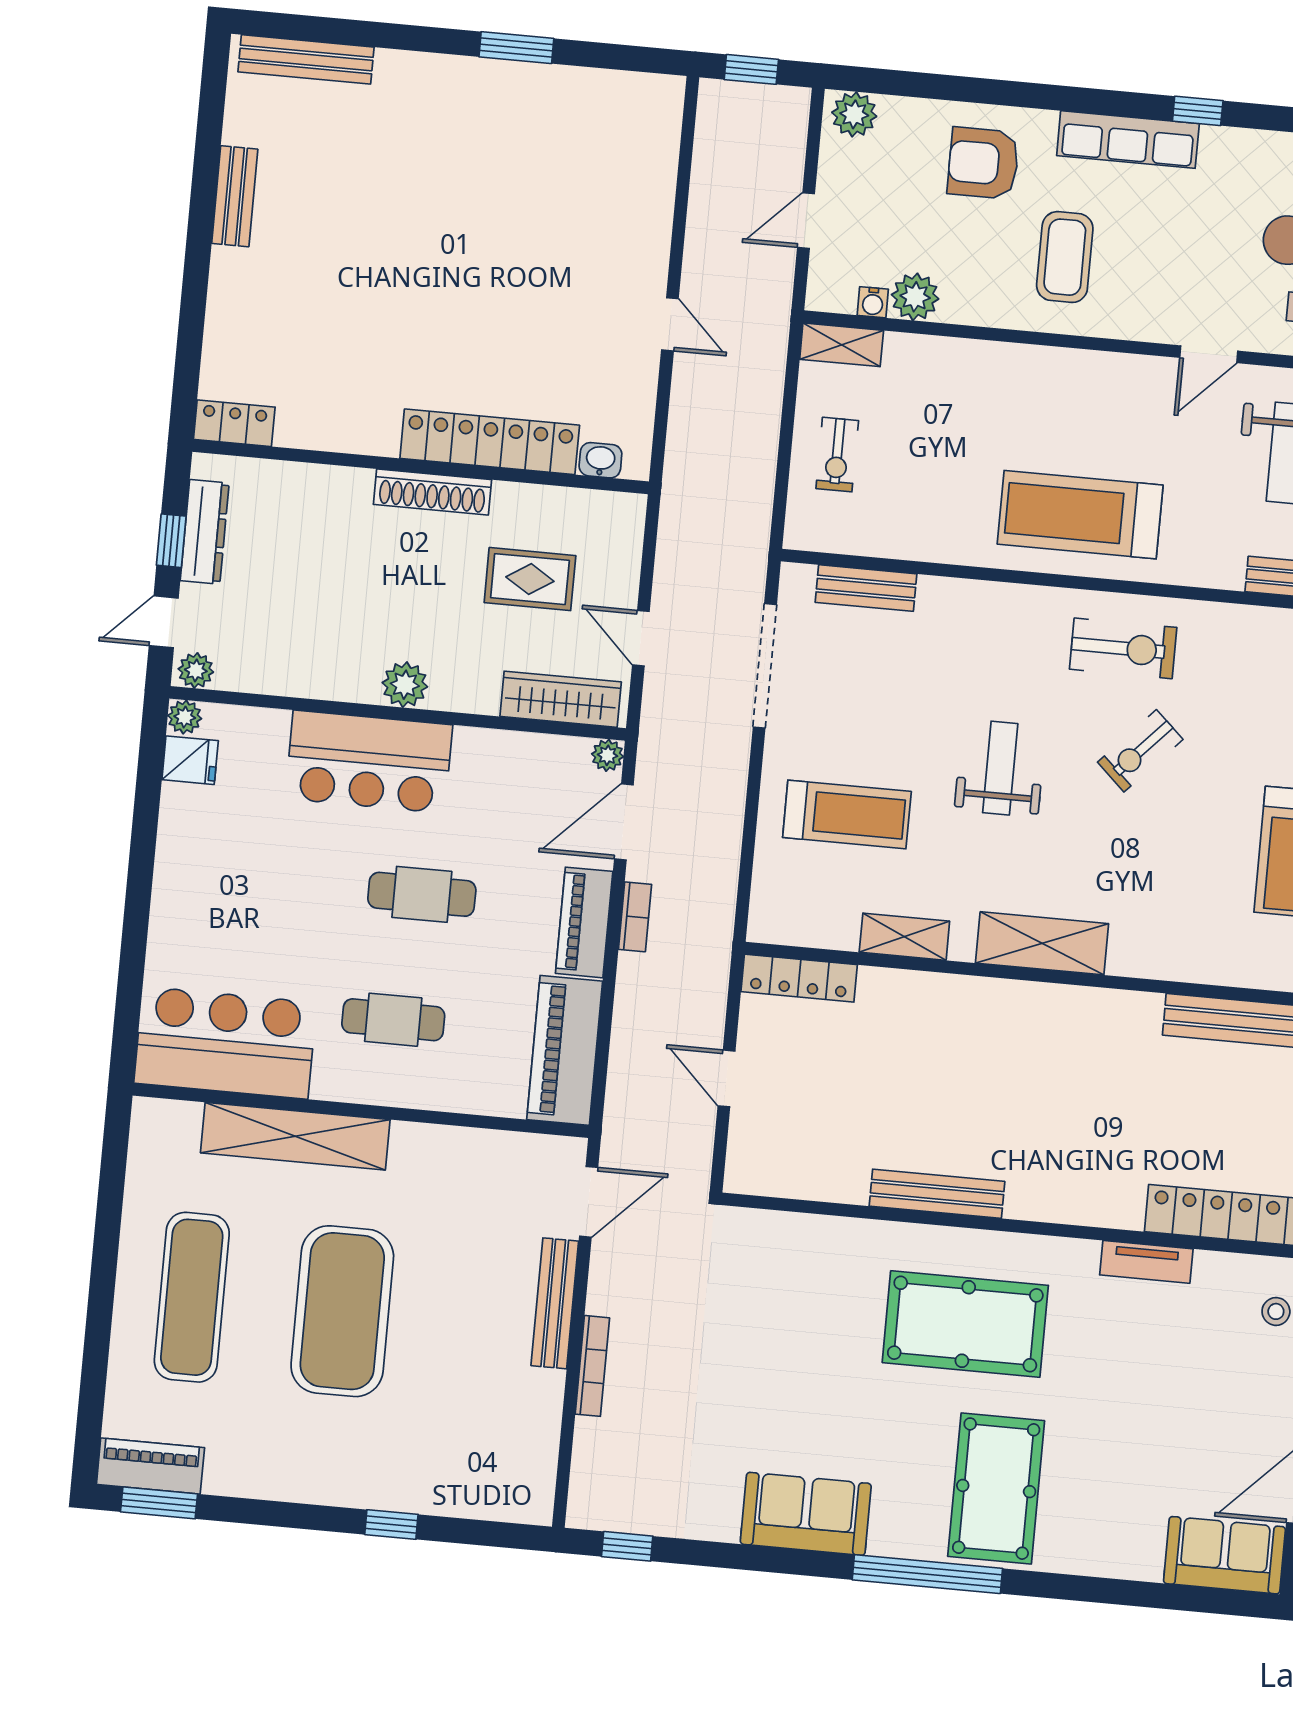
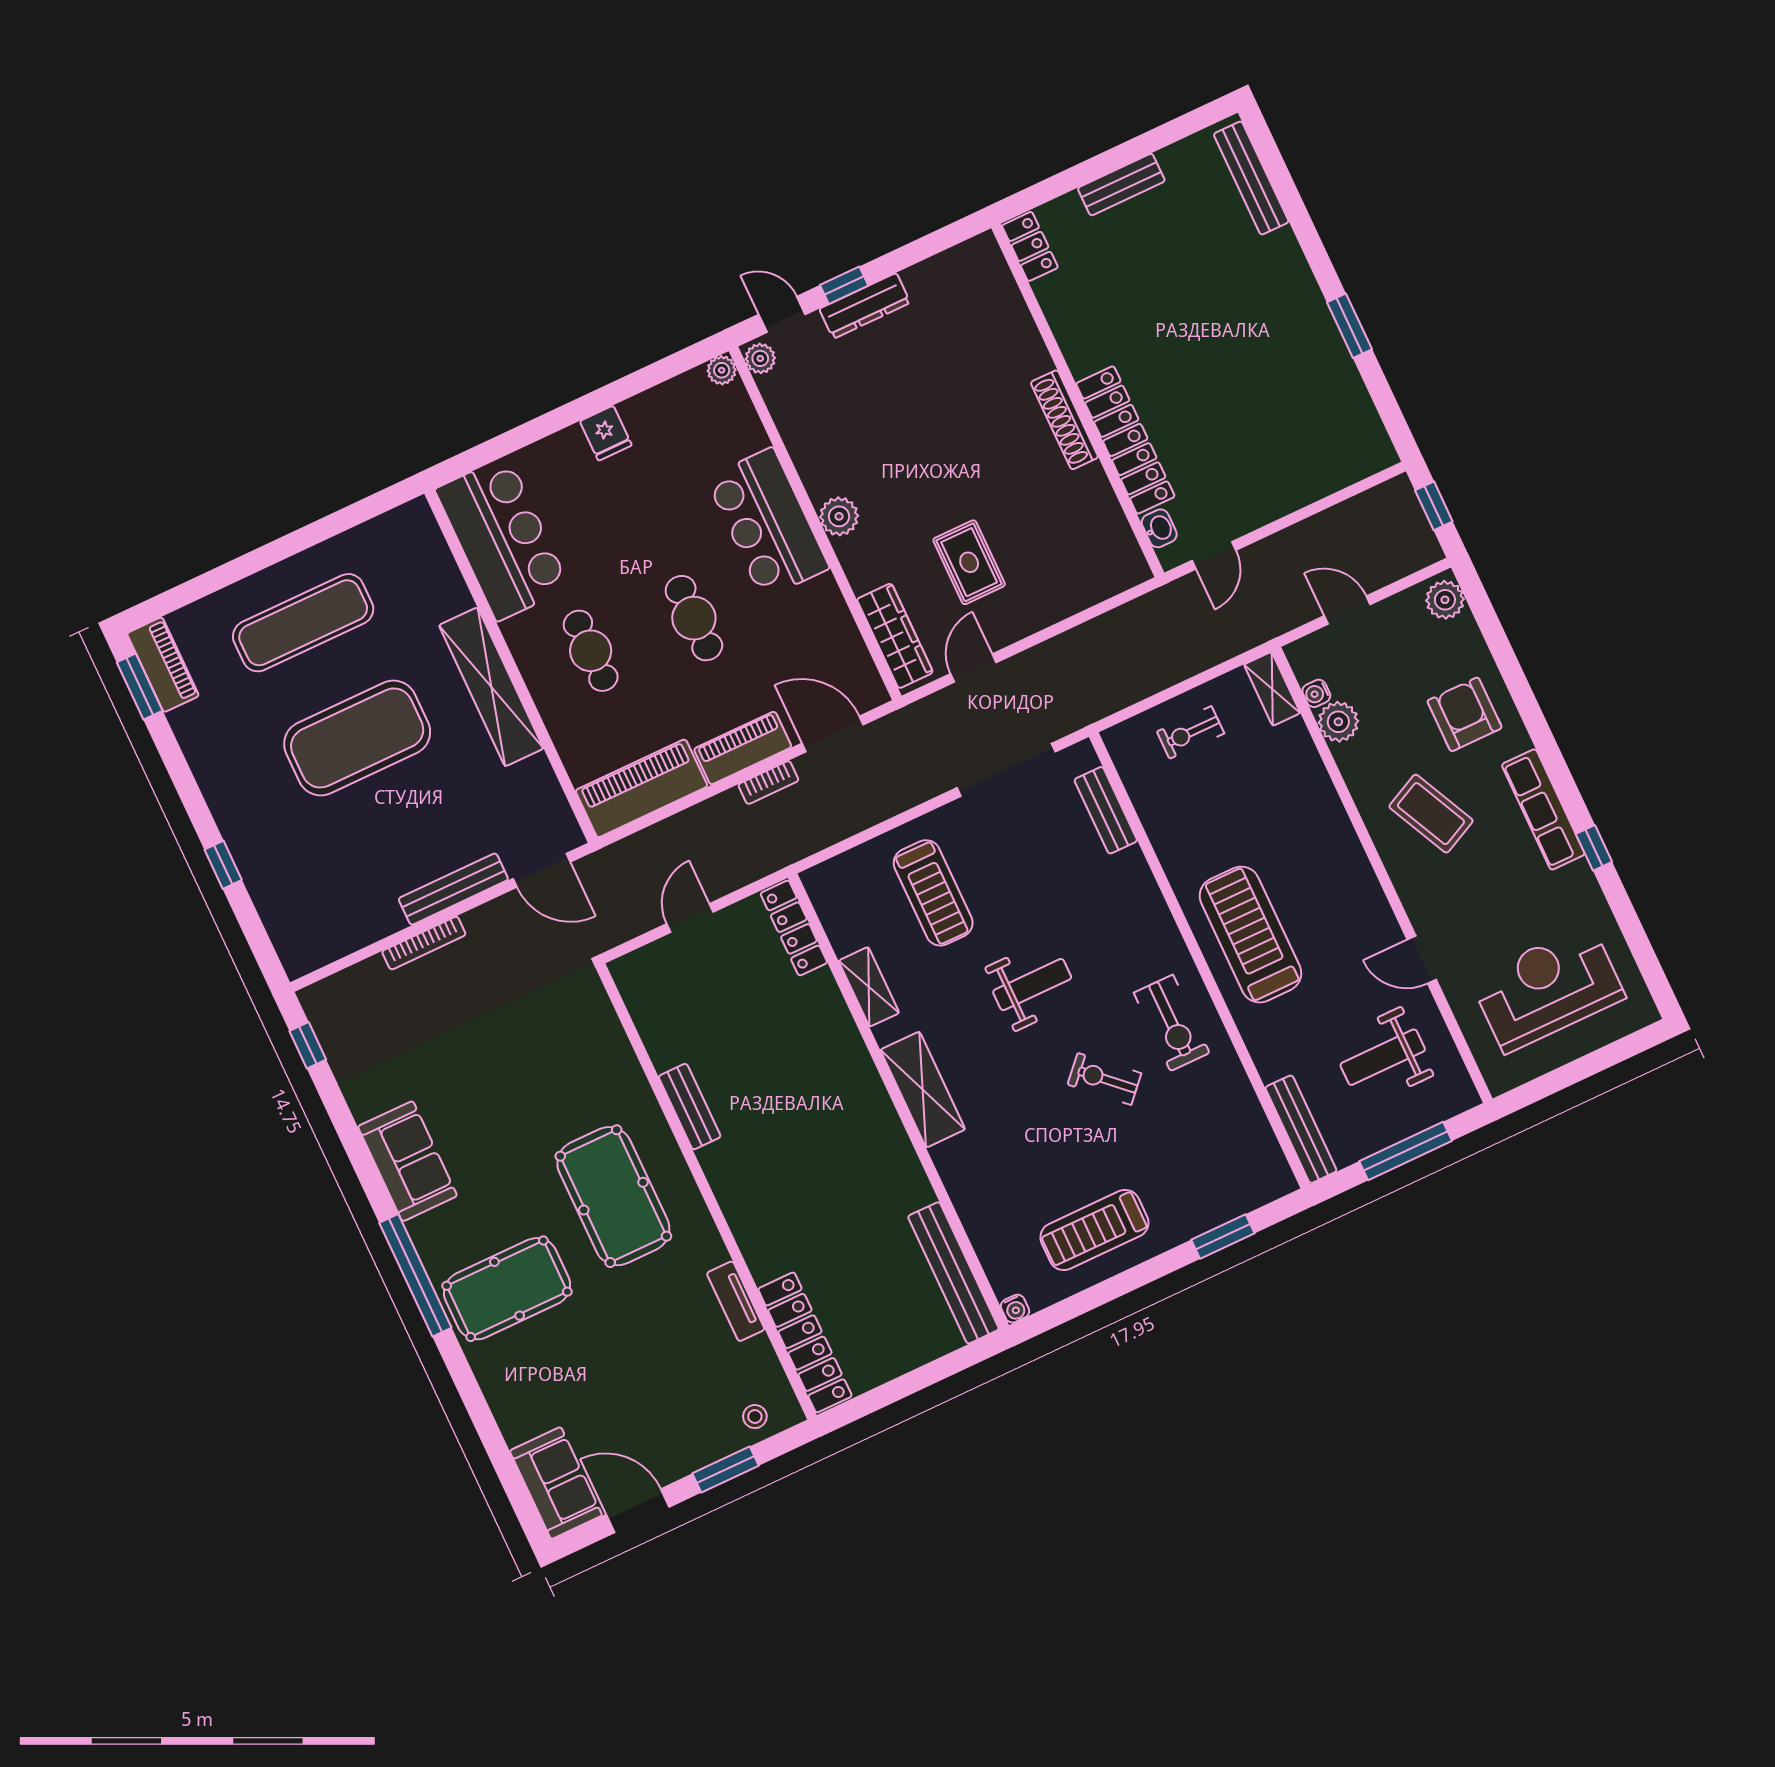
coffee table: (1065, 257) -> (1431, 814), turned 64
locker: (234, 423) -> (1030, 246), moved
locker: (490, 442) -> (1125, 440), moved
washbasin: (600, 460) -> (1159, 528), moved
wall: (421, 467) -> (1078, 400), moved
shoe rack: (432, 492) -> (1064, 420), moved
plant: (608, 755) -> (874, 694), removed
fridge: (190, 760) -> (606, 433), moved
shelving: (295, 1136) -> (491, 687), moved
bench: (937, 1194) -> (690, 1107), width x0.73

